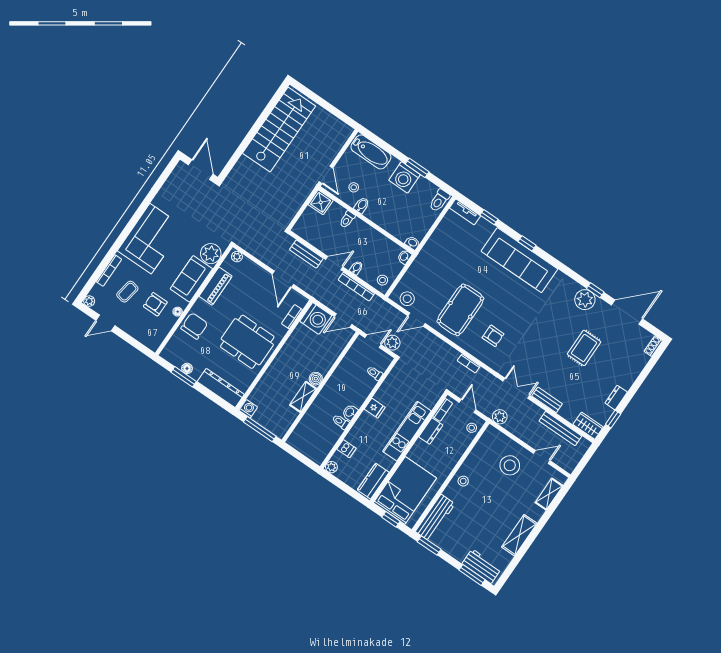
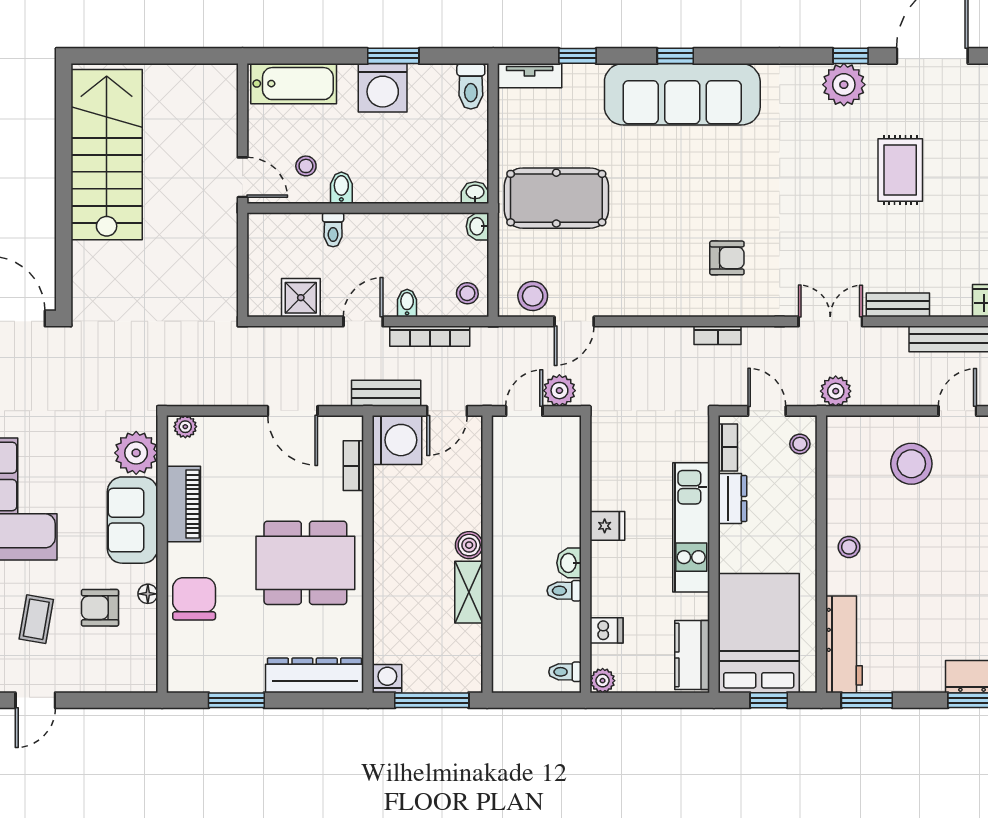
shower: (321, 202) -> (301, 298), moved
bench: (306, 254) -> (386, 393), moved
pool table: (460, 310) -> (556, 198), moved, turned 90
floor lamp: (187, 368) -> (232, 682), removed
toilet: (374, 373) -> (565, 672), moved

